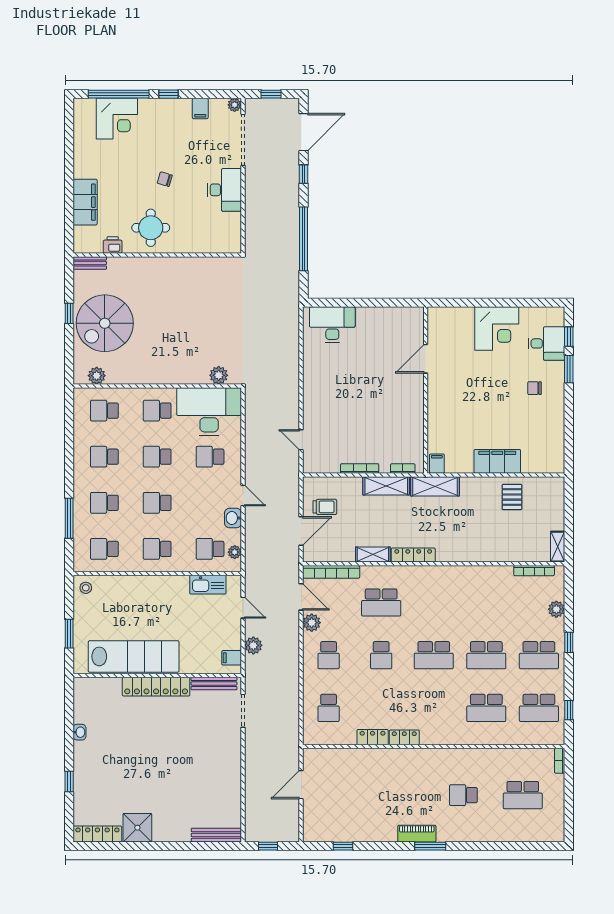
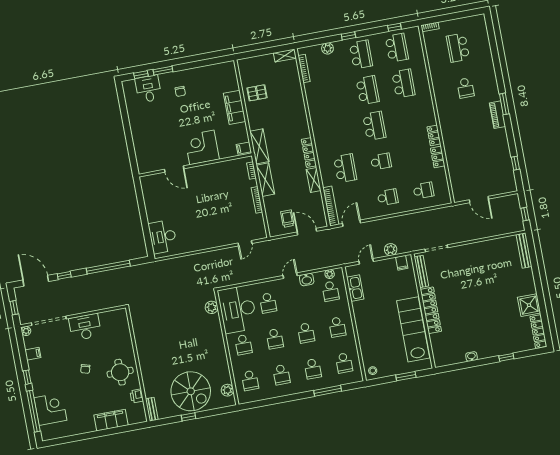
corner desk: (497, 329) -> (202, 147), moved, turned -90
plant: (312, 623) -> (368, 213), removed
school desk: (523, 795) -> (458, 48), turned 180

